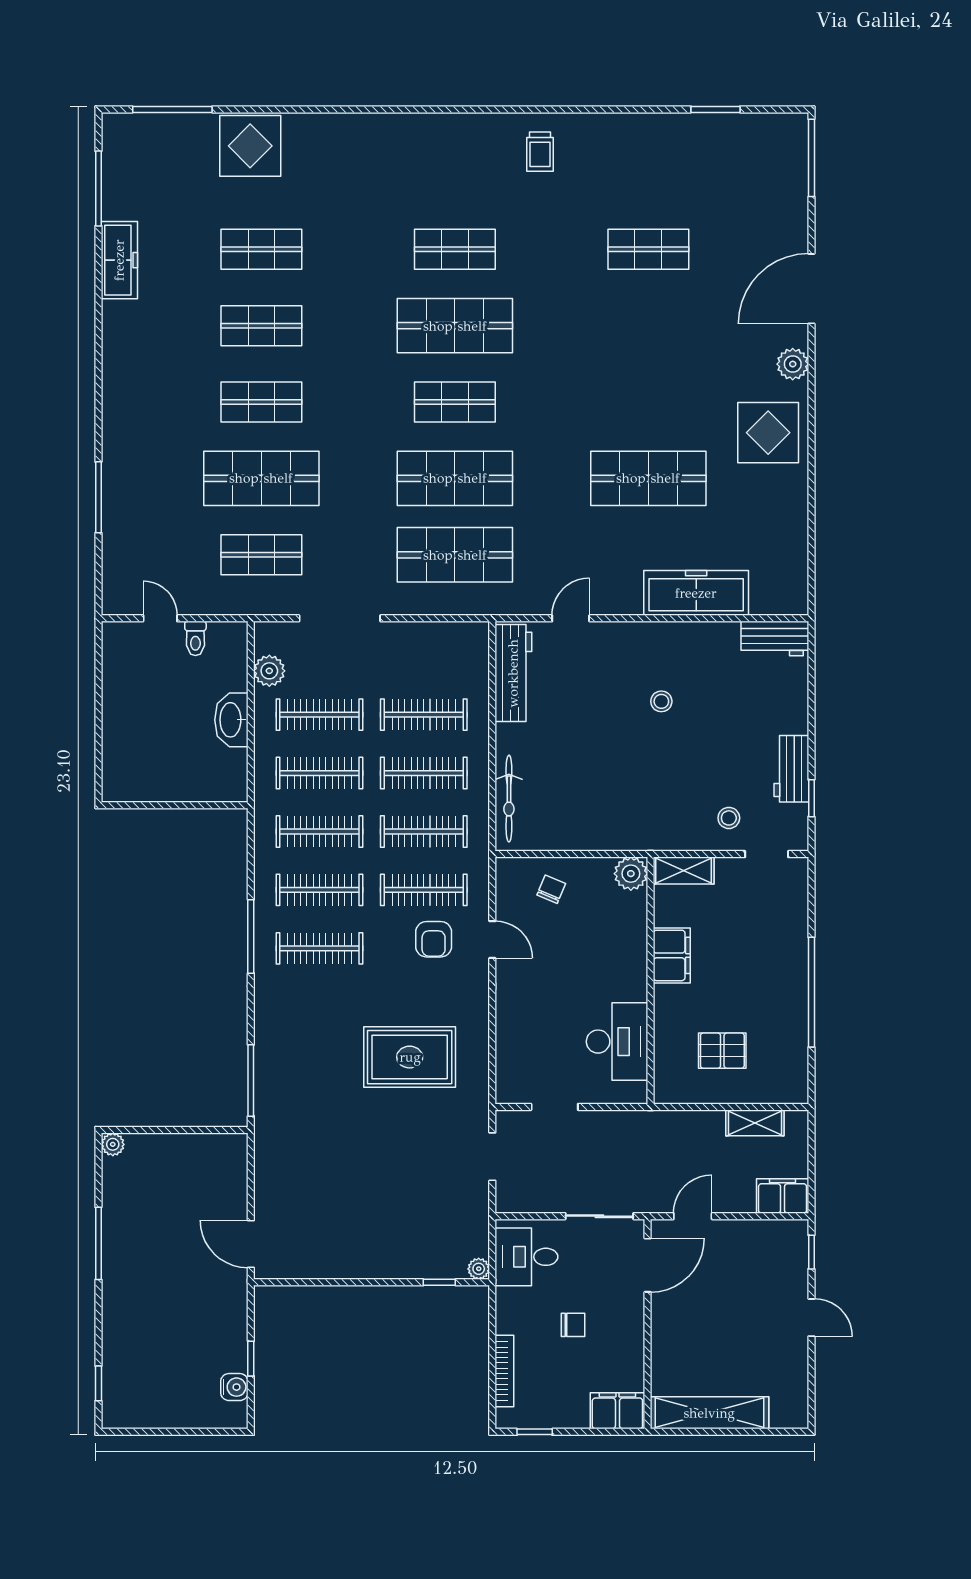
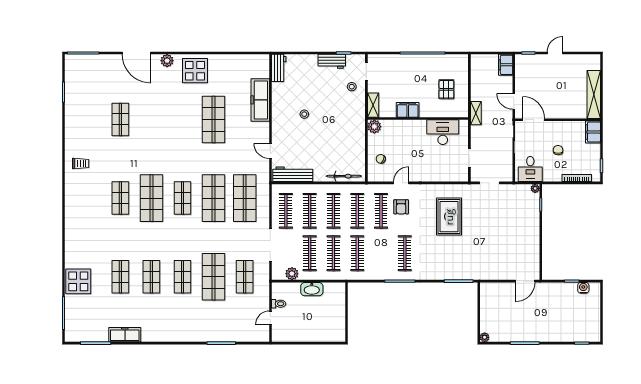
clothes rail: (319, 890) -> (286, 211), moved
armchair: (434, 939) -> (401, 207), turned 90
shelving: (755, 1123) -> (476, 113), moved

